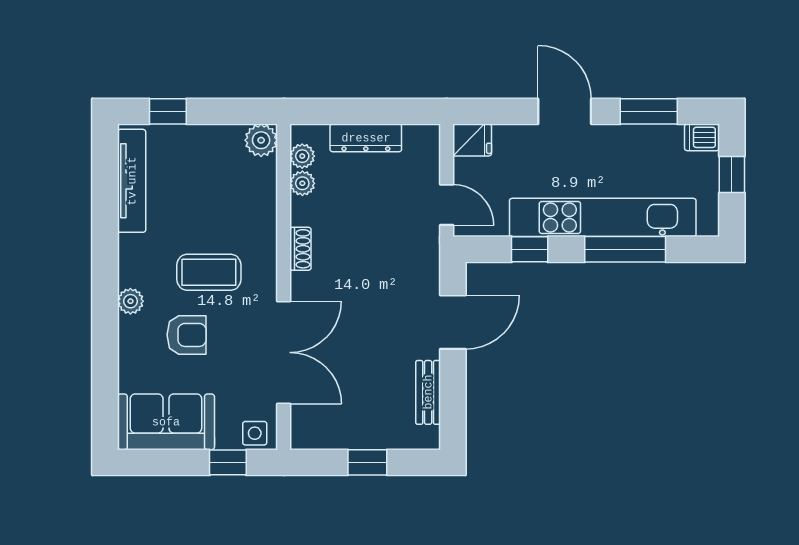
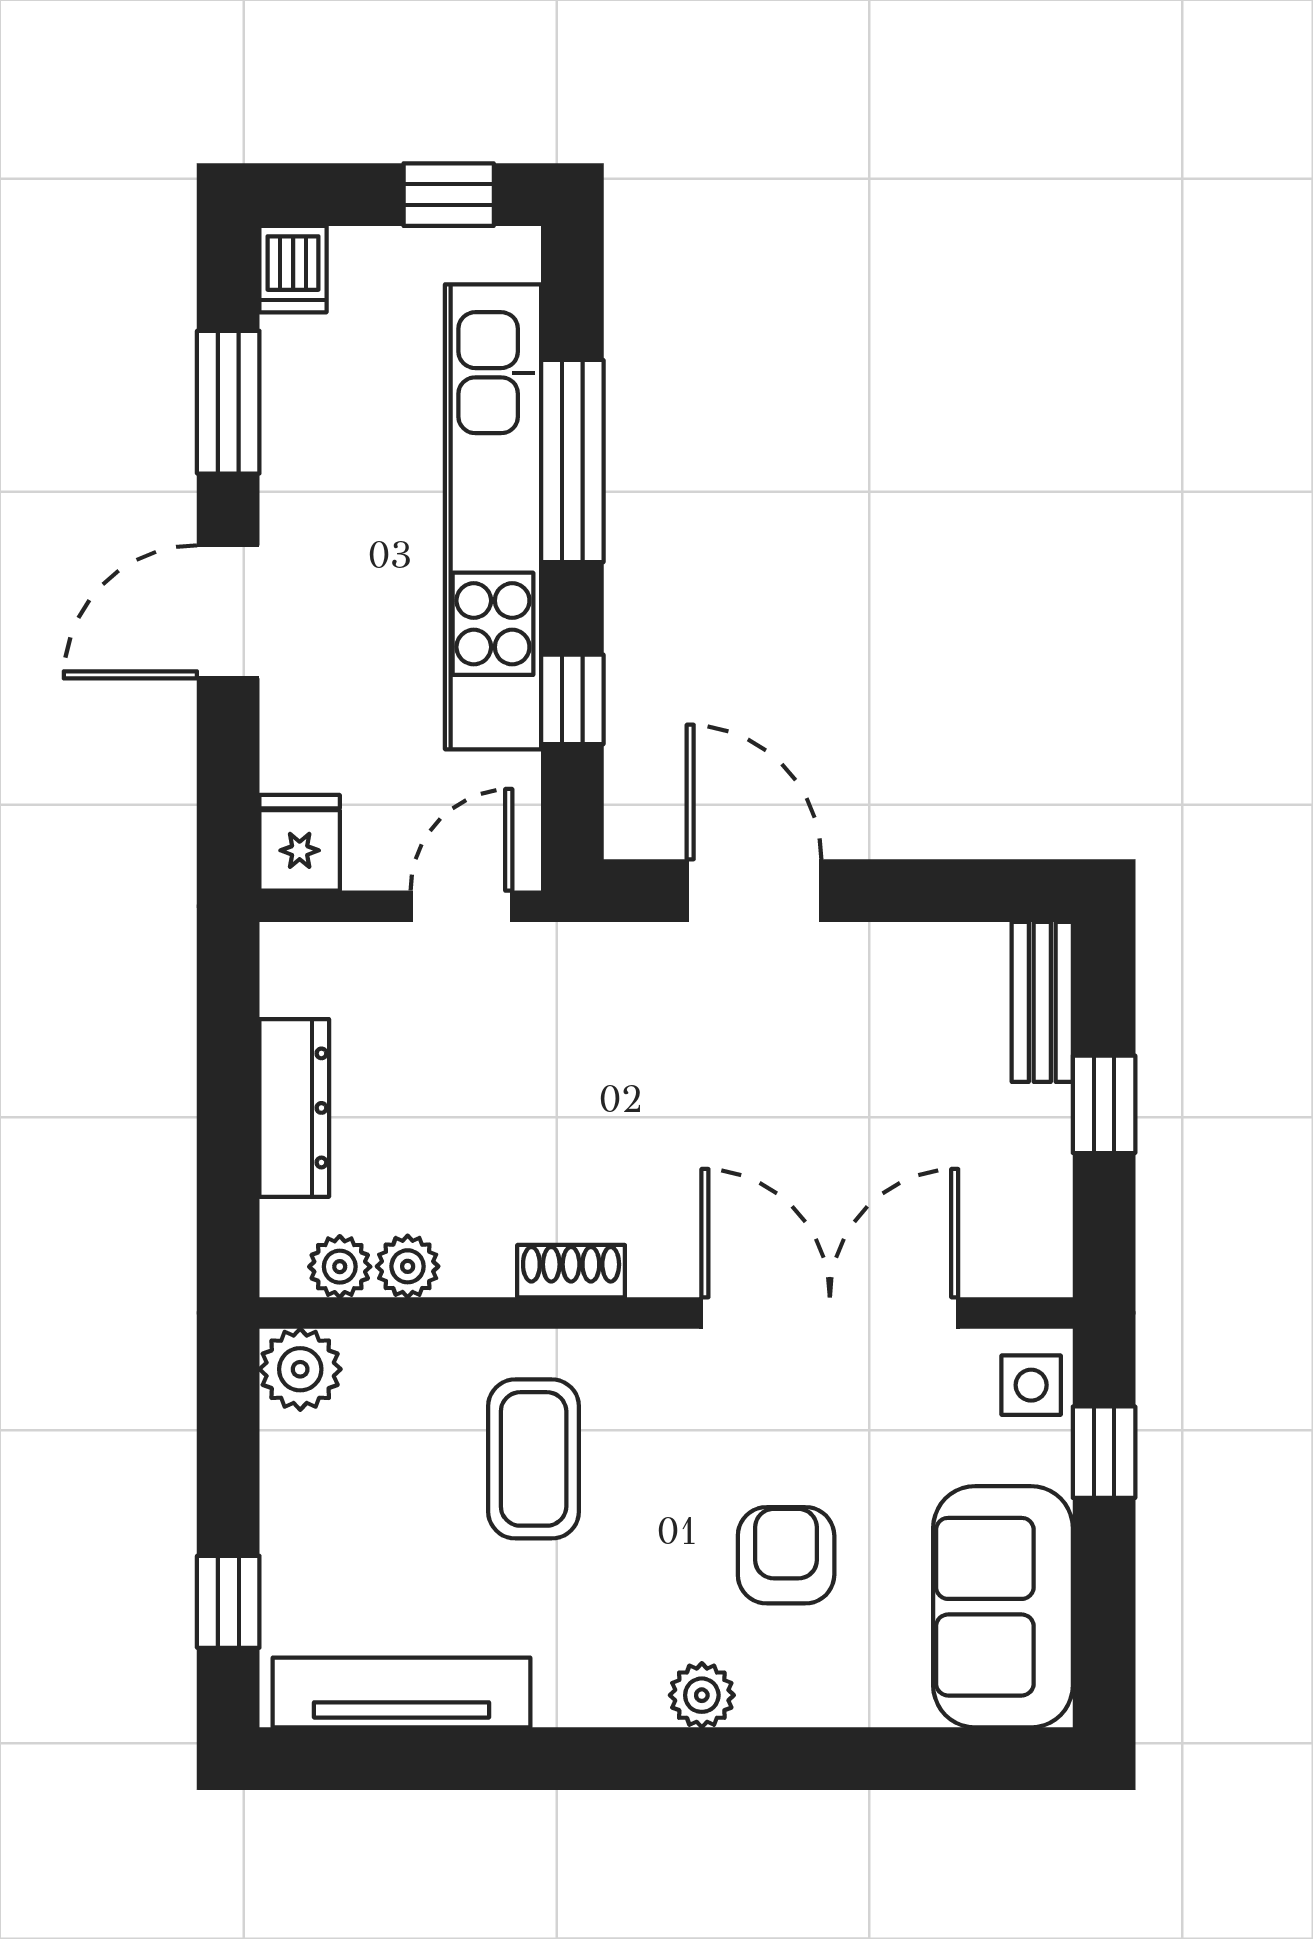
window: (732, 174) -> (449, 195), moved
coffee table: (209, 272) -> (534, 1459), moved
bench: (428, 392) -> (1042, 1002), moved, turned 90

